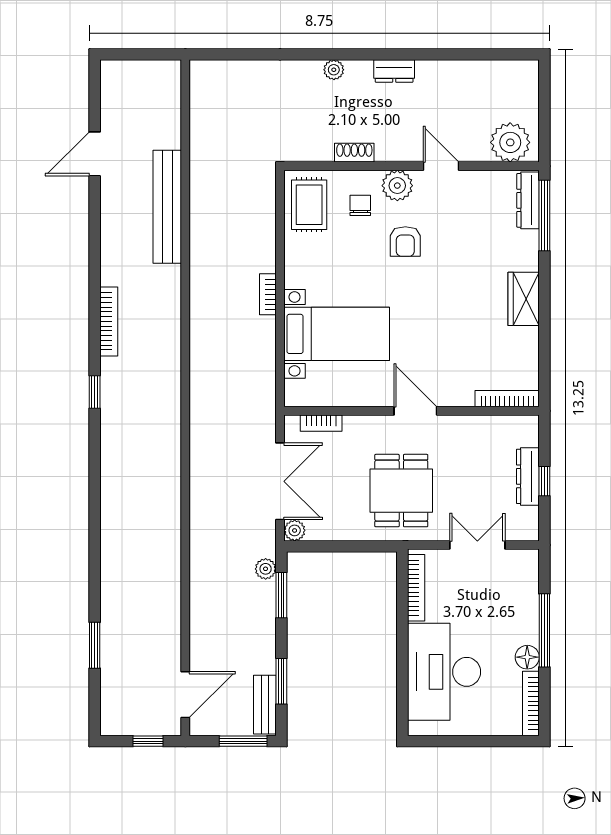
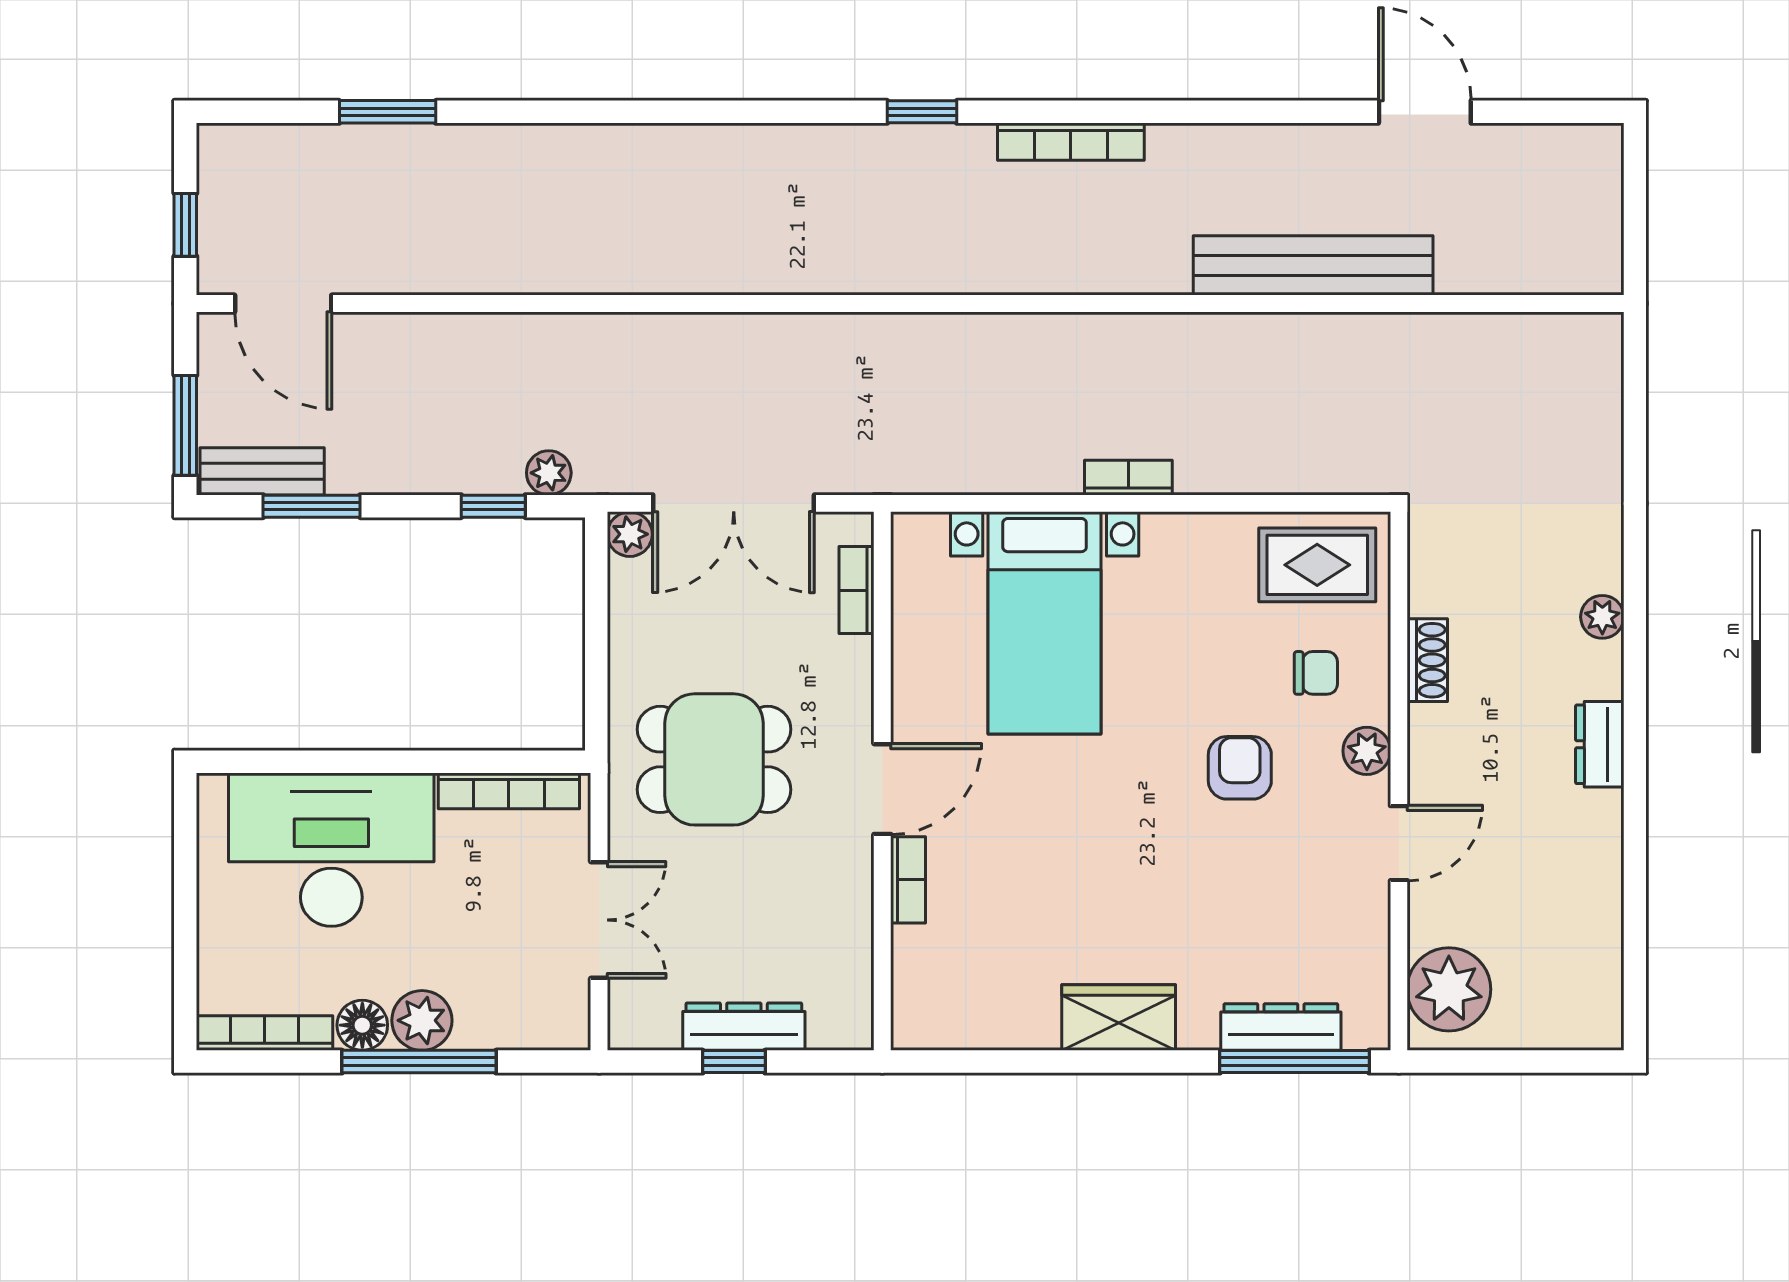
plant: (397, 186) -> (1367, 751), width x0.73, depth x0.73
dresser: (528, 200) -> (1281, 1027), moved
armchair: (405, 241) -> (1240, 768), turned 90
bookcase: (507, 399) -> (908, 880), moved, width x0.64
window: (281, 595) -> (493, 506), width x0.67
plant: (525, 629) -> (422, 1020), added

